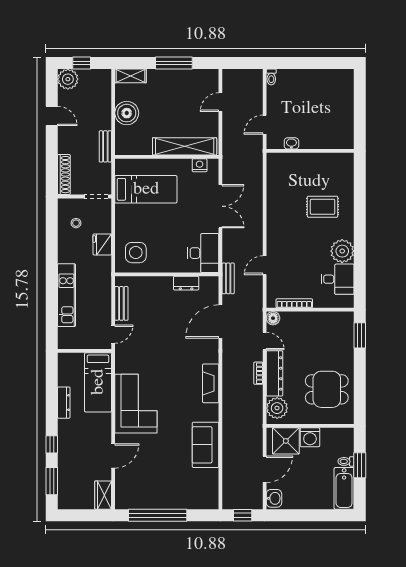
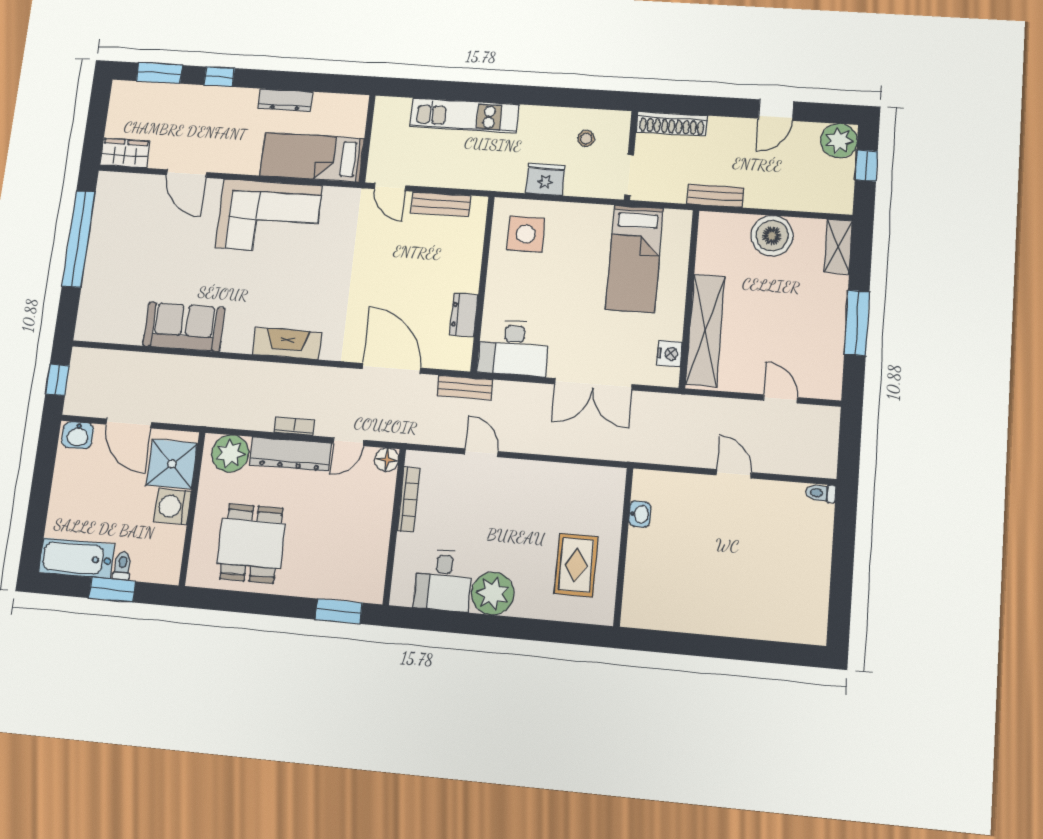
washbasin: (291, 143) -> (640, 514), moved
wall: (310, 151) -> (623, 547), moved

